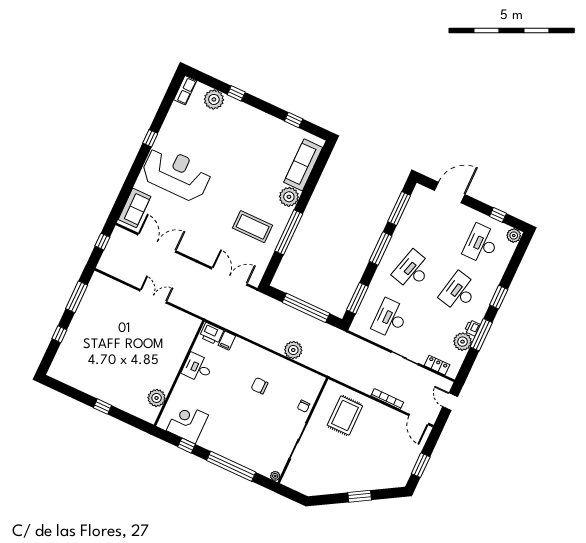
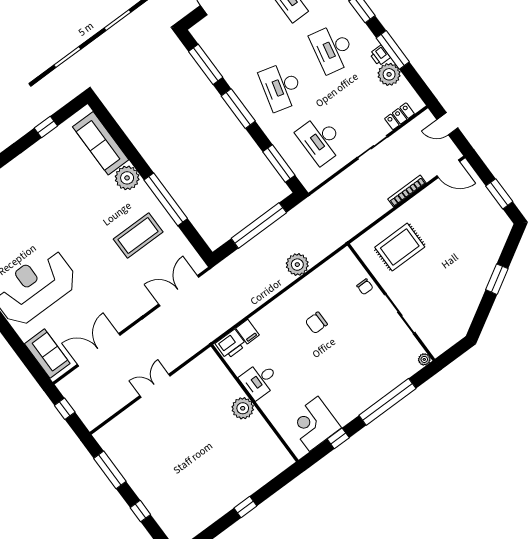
plant: (157, 398) -> (243, 408), moved
rug: (345, 415) -> (400, 247), turned 90

